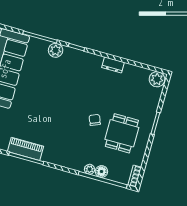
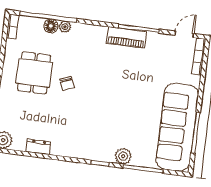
dresser: (113, 65) -> (38, 147), moved
piano: (26, 149) -> (126, 37), moved

